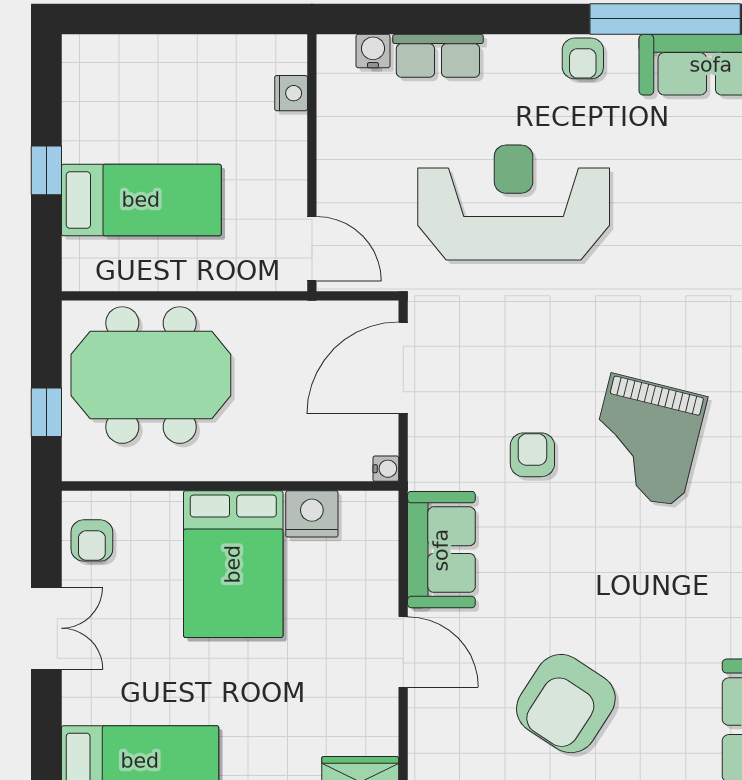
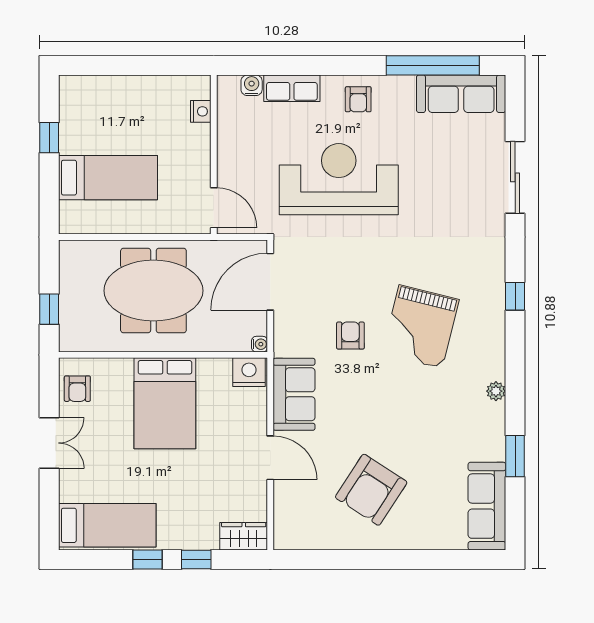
armchair: (583, 58) -> (358, 99), moved
window: (46, 170) -> (49, 138), moved
meeting table: (151, 375) -> (153, 291), moved
nightstand: (312, 514) -> (249, 372), moved

